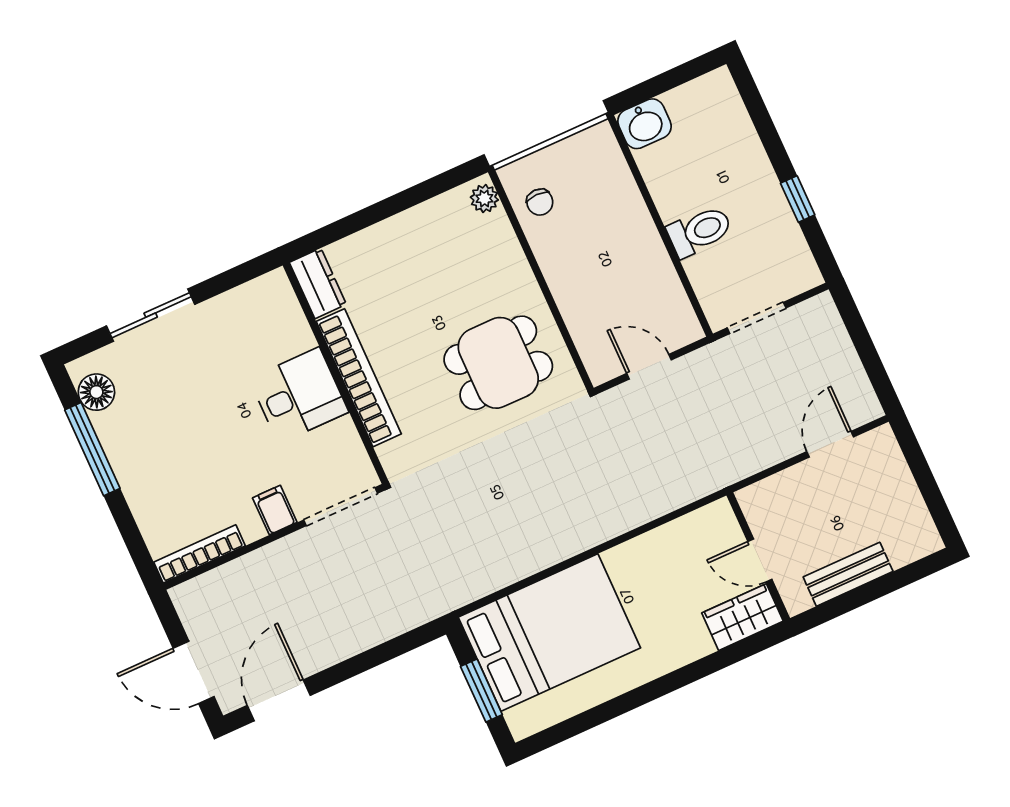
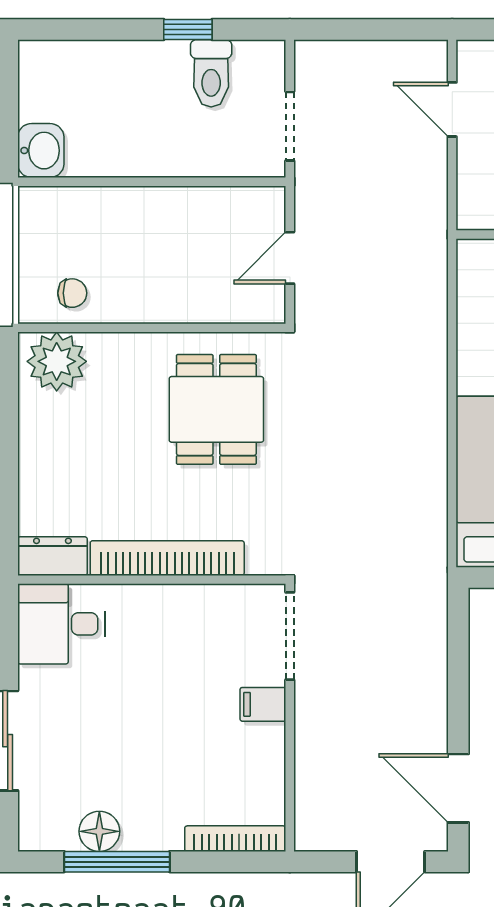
plant: (484, 199) -> (57, 361), width x1.87, depth x1.87
toilet: (700, 231) -> (211, 73), moved, turned 180
floor lamp: (96, 392) -> (99, 831), moved
desk: (299, 395) -> (61, 624), moved, turned -90
bookcase: (200, 554) -> (235, 839), moved, turned 90

